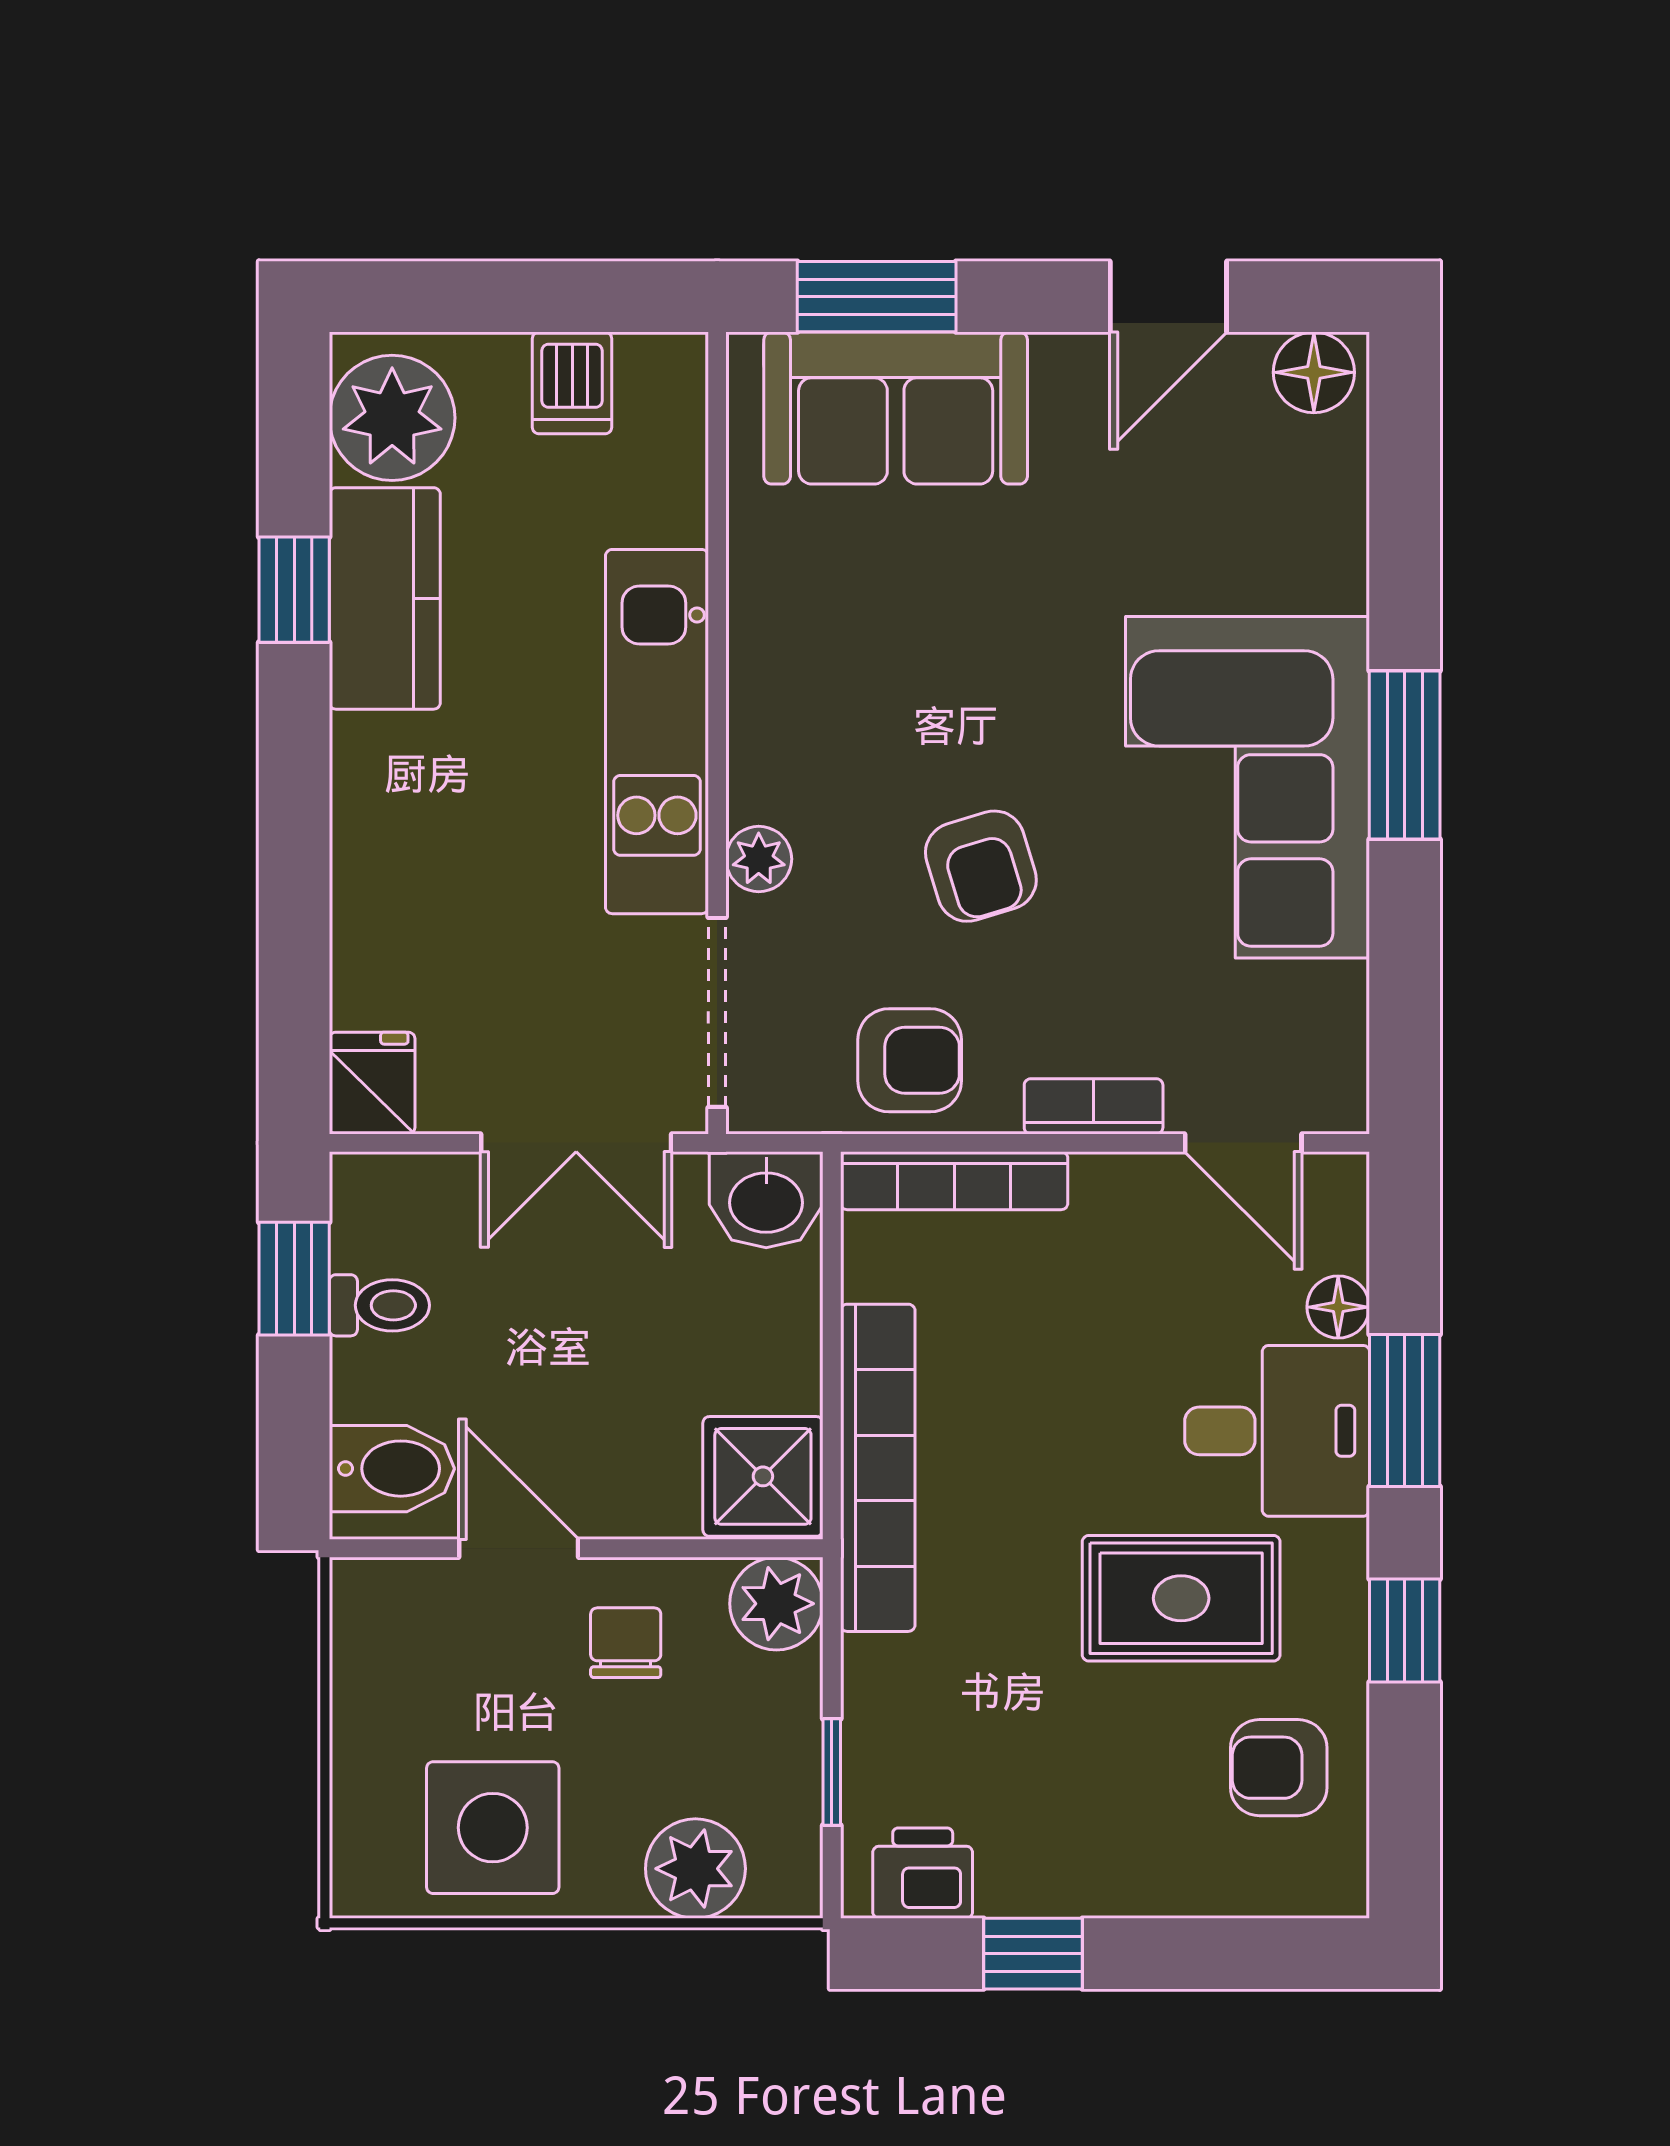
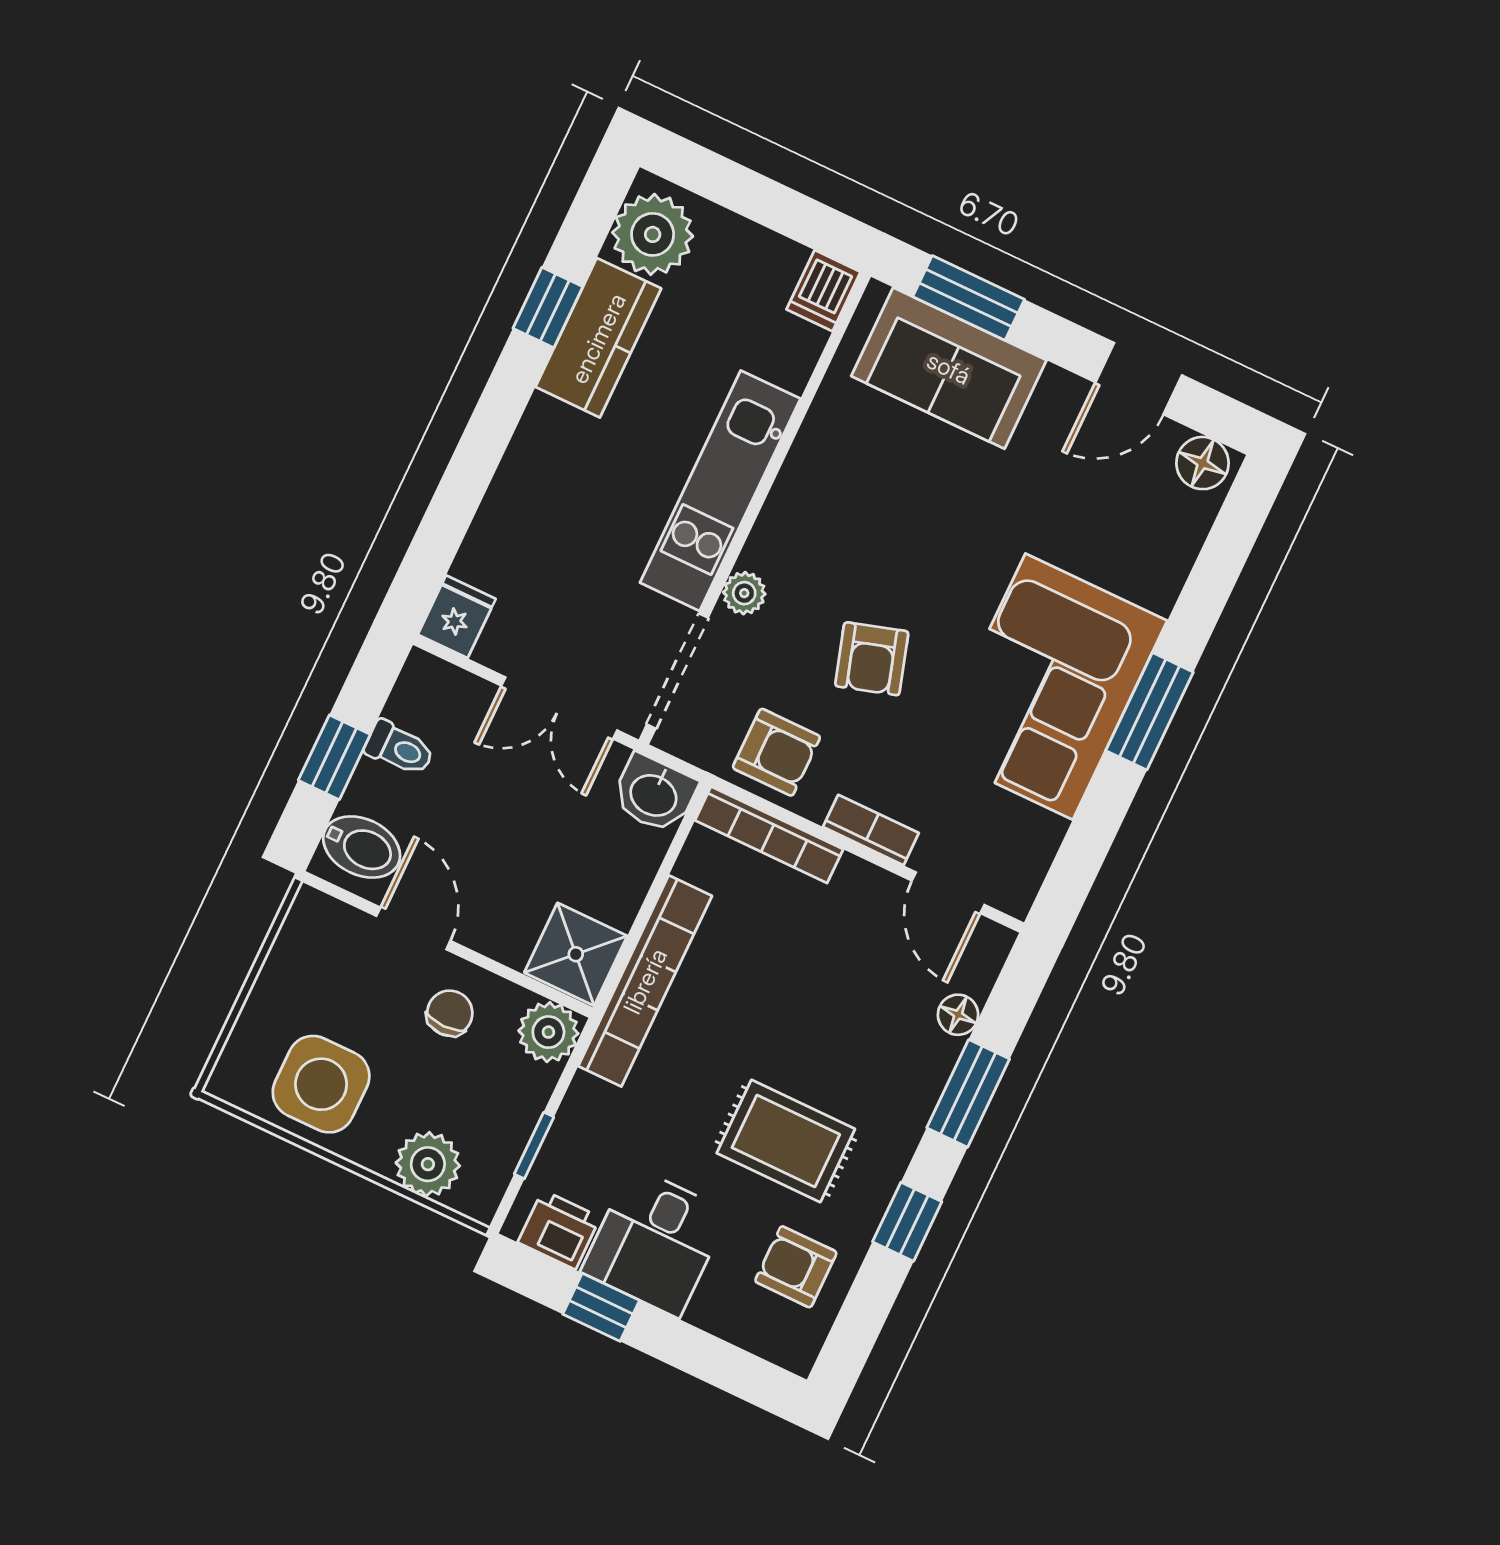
dishwasher: (572, 383) -> (824, 291), moved
window: (294, 1279) -> (334, 757), moved
desk: (1277, 1431) -> (655, 1242), moved, turned 90

